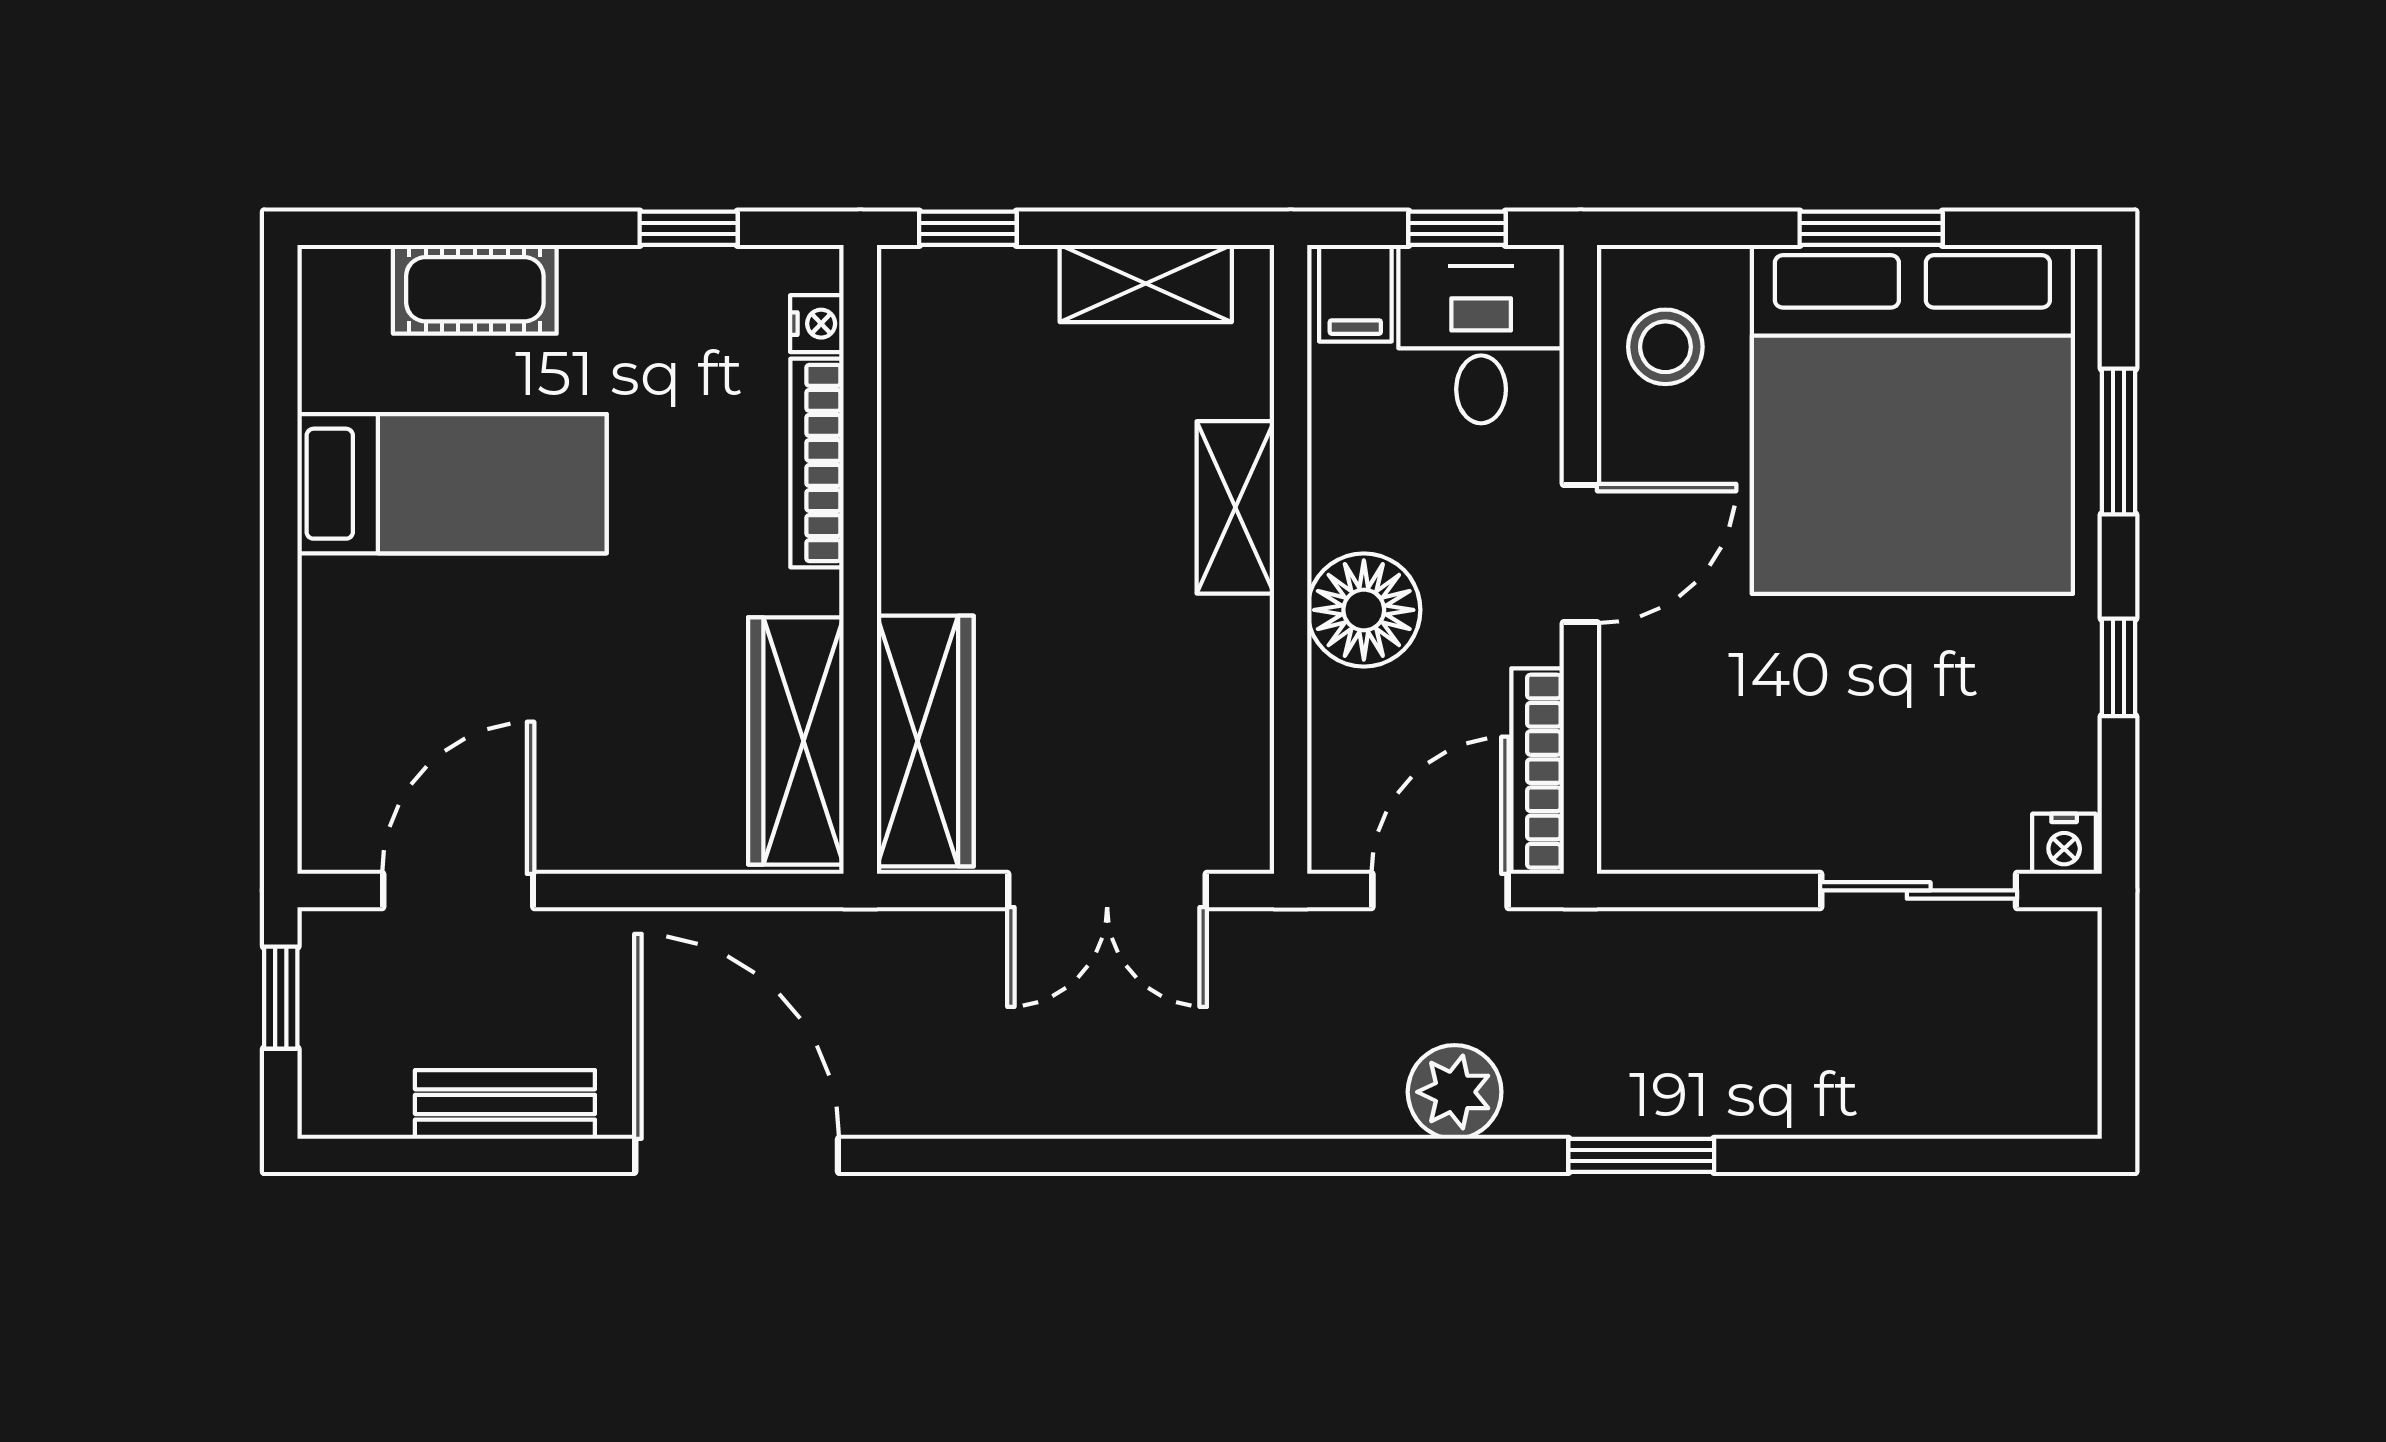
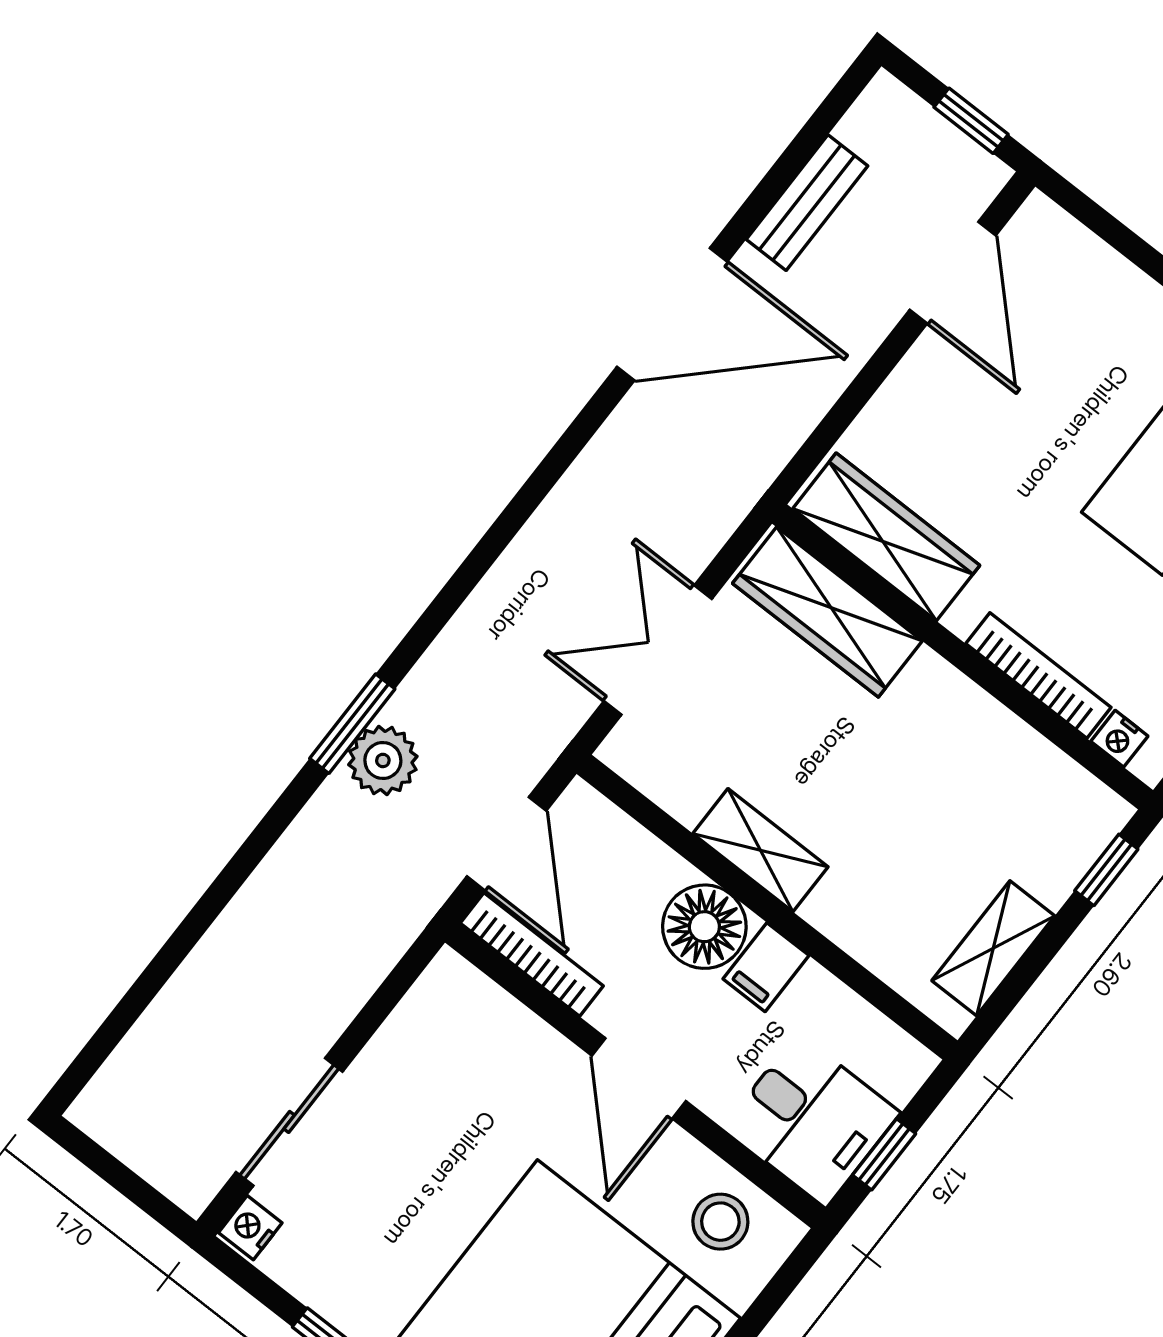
filing cabinet: (1355, 293) -> (766, 967), moved, turned -90
shelving: (1235, 507) -> (760, 850), moved
window: (1641, 1155) -> (352, 724), moved

